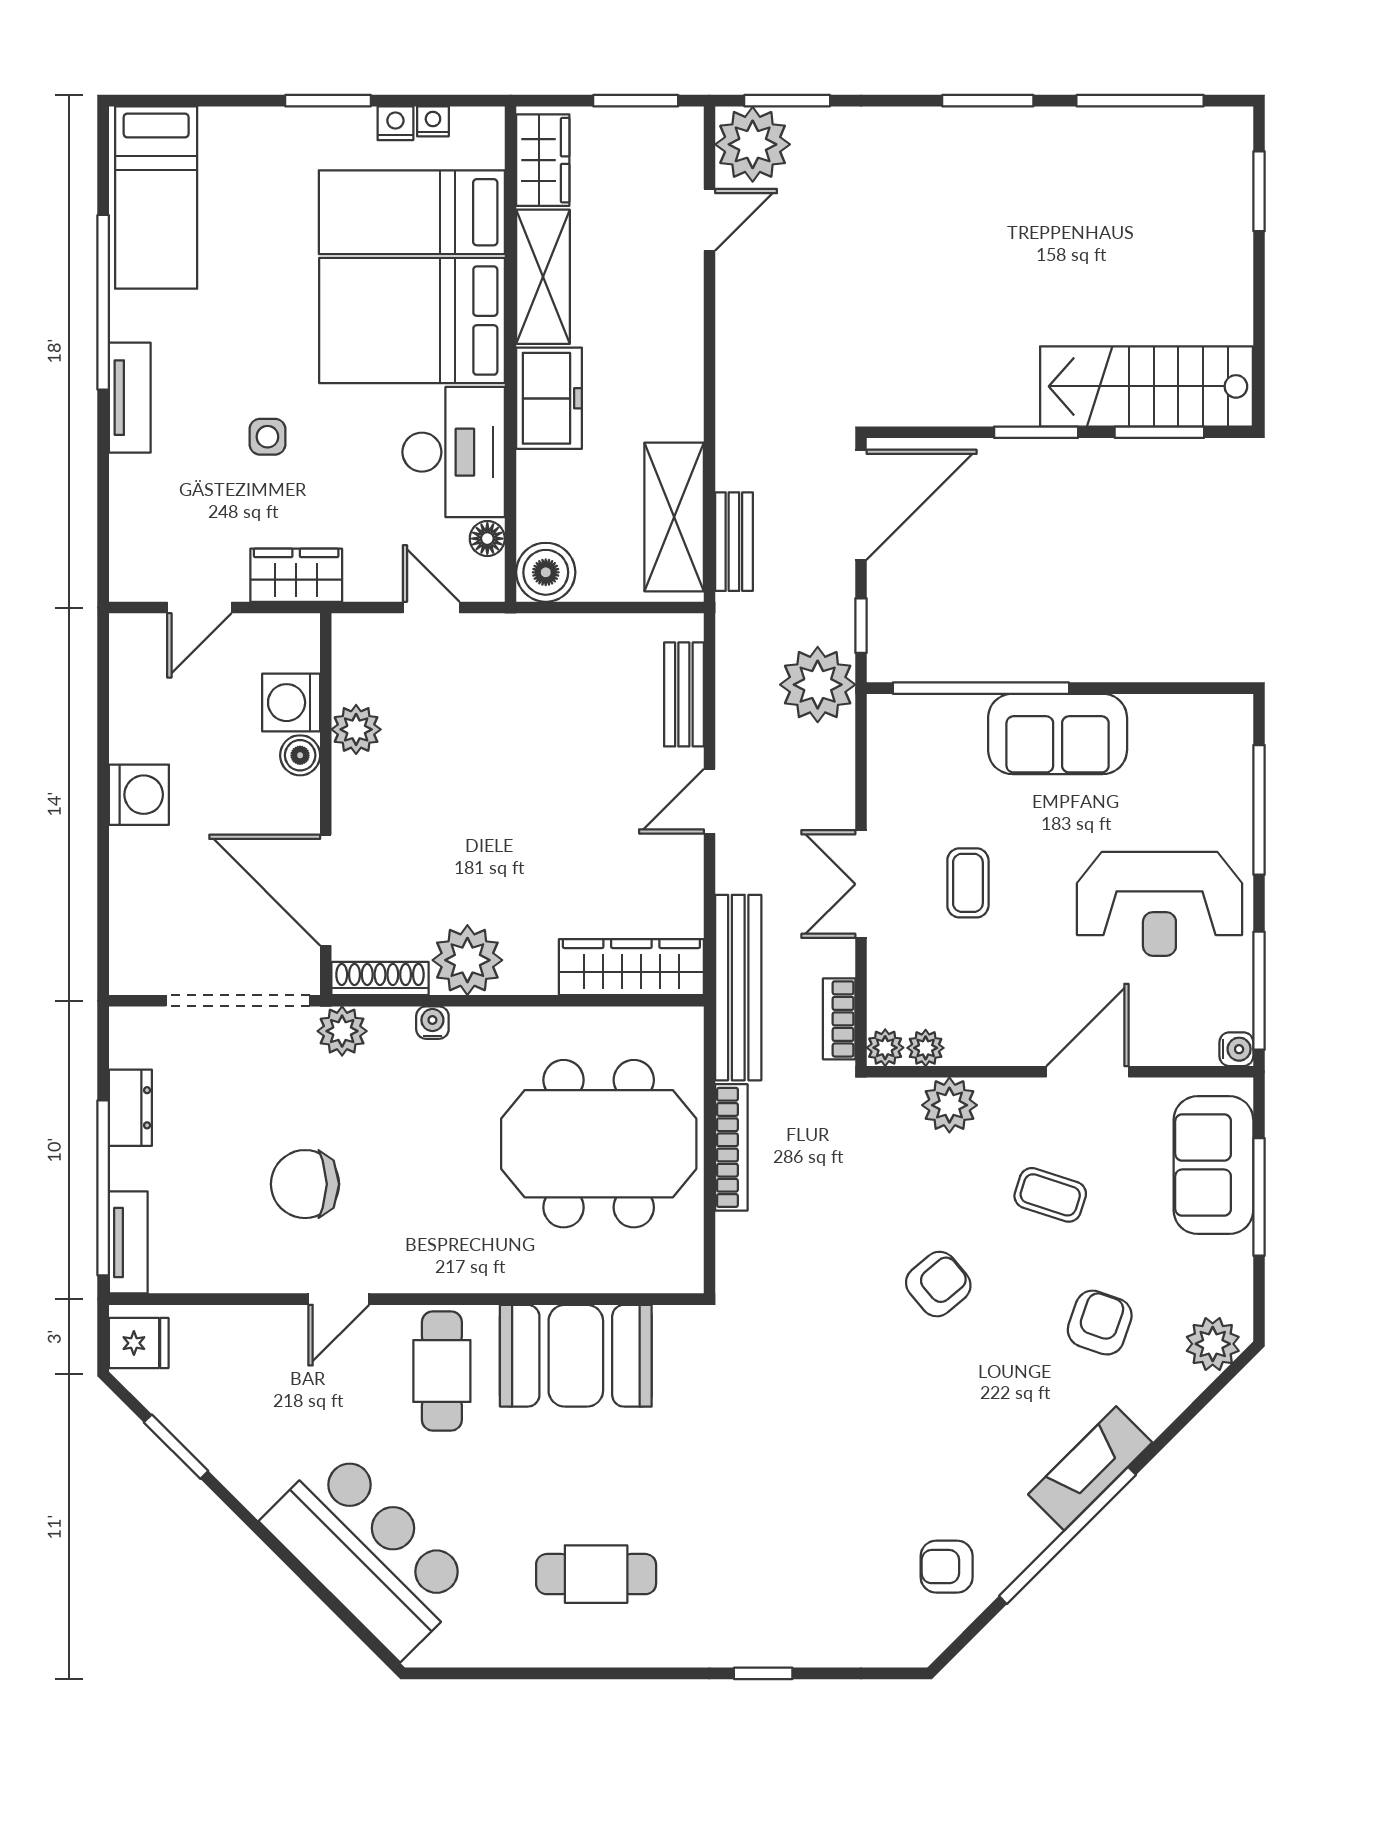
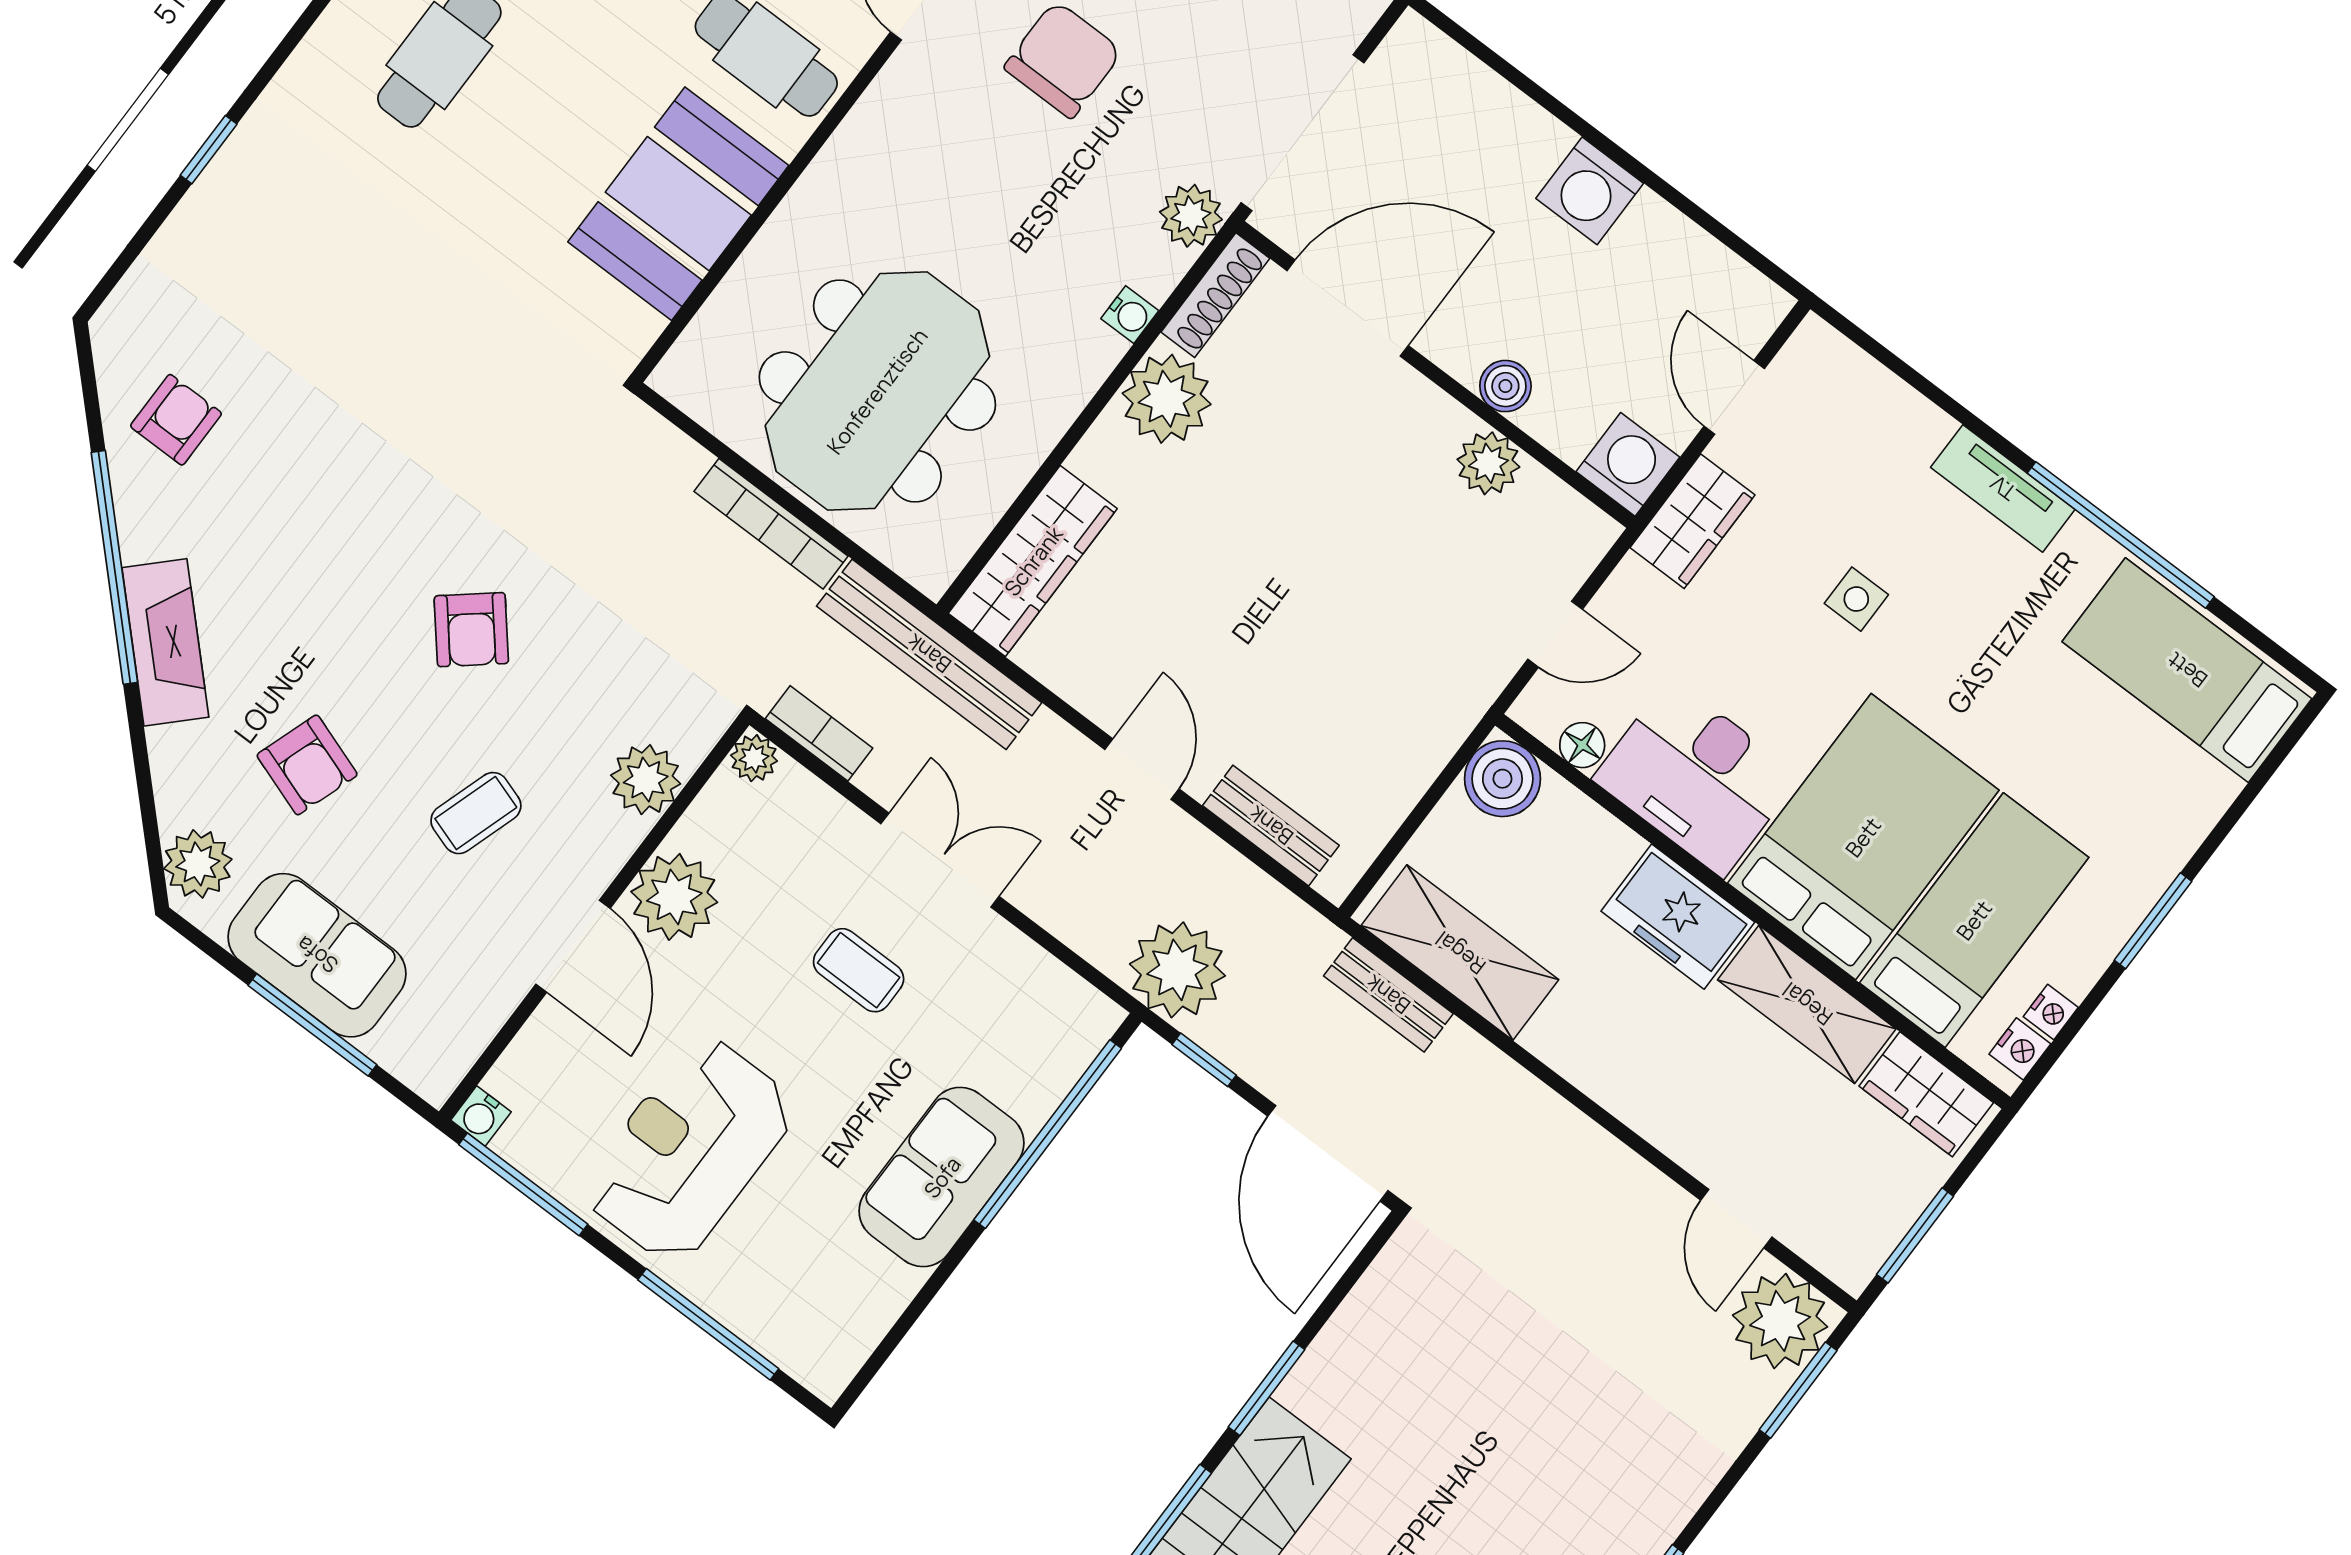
nightstand: (395, 123) -> (2020, 1049), moved
washing machine: (291, 703) -> (1628, 464), moved
plant: (926, 1048) -> (674, 897), moved, width x1.88, depth x1.88
sofa: (1213, 1165) -> (317, 955), moved

